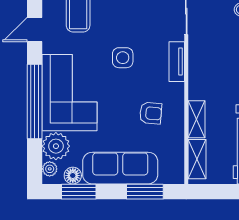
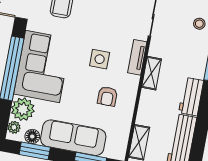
side table: (123, 58) -> (100, 59), moved
armchair: (151, 113) -> (107, 96), turned 85
shelving: (196, 119) -> (151, 73), moved

